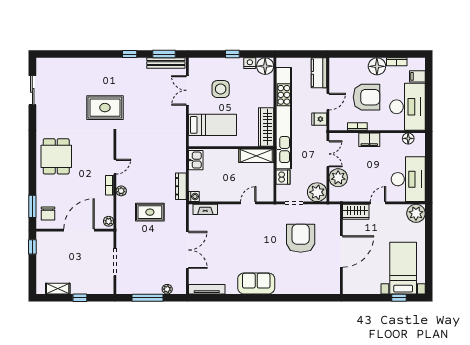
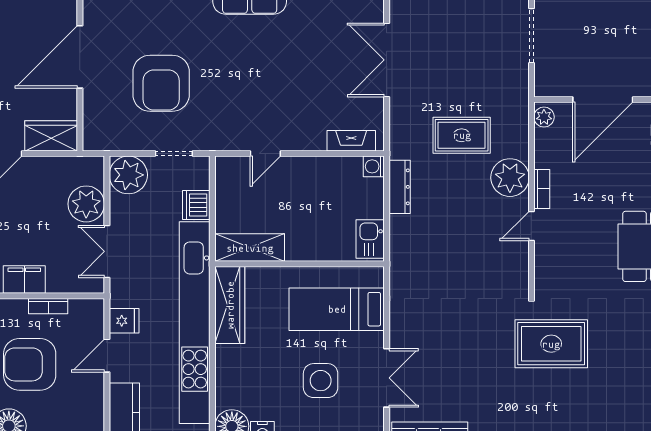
plant: (121, 191) -> (510, 178), width x1.87, depth x1.87

